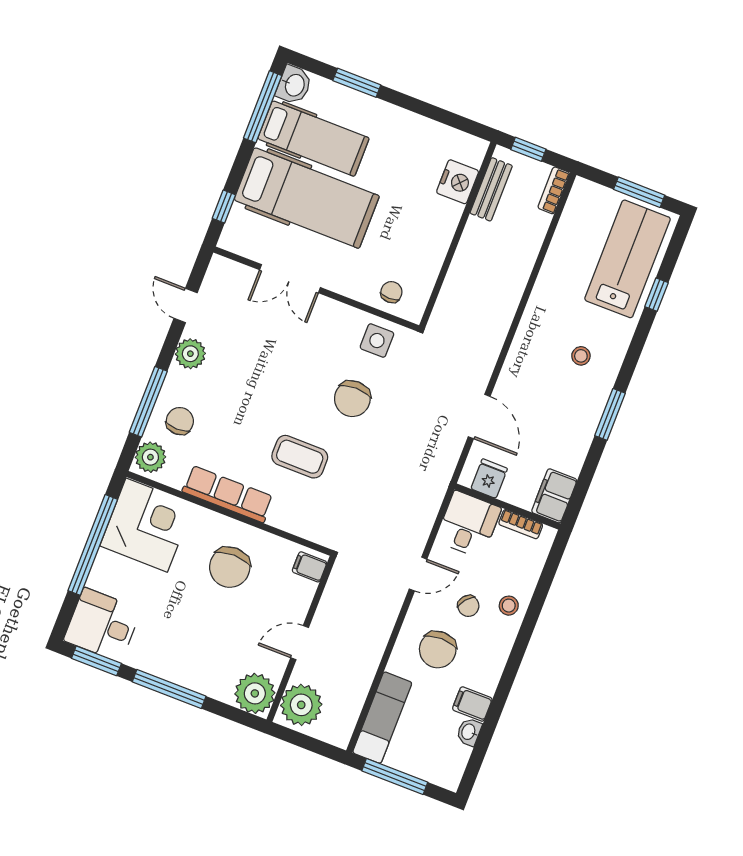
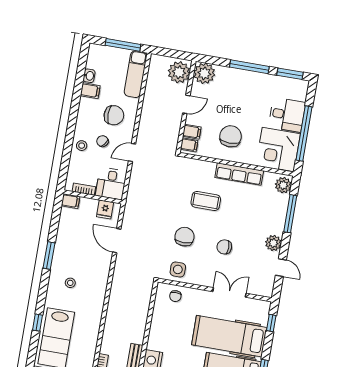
chair: (180, 421) -> (224, 247), moved, turned 90
filing cabinet: (554, 496) -> (70, 201), width x0.50
filing cabinet: (300, 590) -> (192, 132), added
desk: (102, 625) -> (287, 115), moved
chair: (438, 650) -> (114, 115), turned 90

